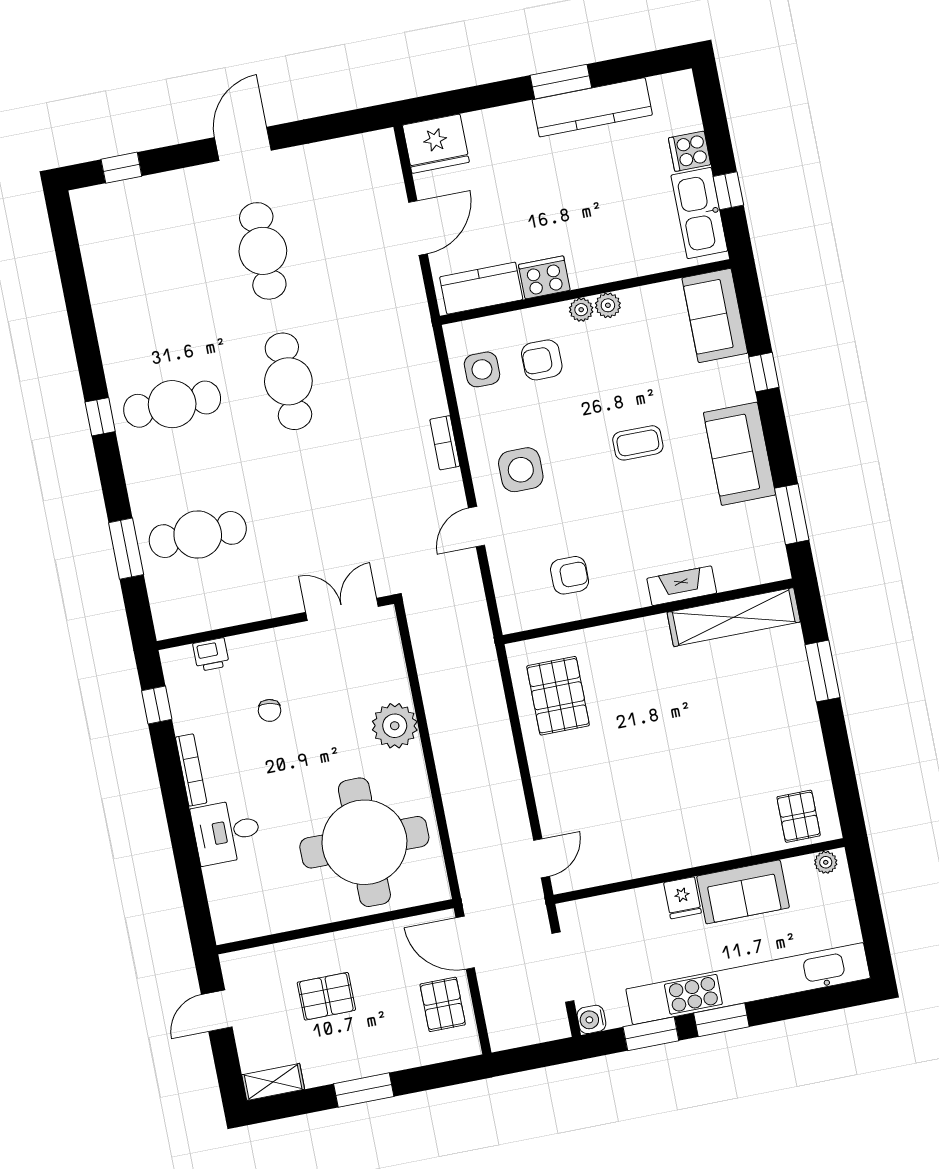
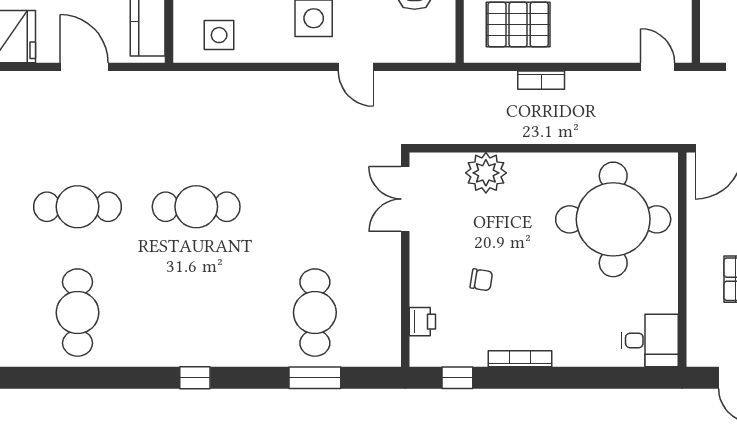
cafe table: (172, 404) -> (78, 313), moved
bookcase: (445, 443) -> (541, 80), moved
plant: (395, 726) -> (486, 173), moved
desk: (227, 832) -> (650, 340), moved, turned -90

